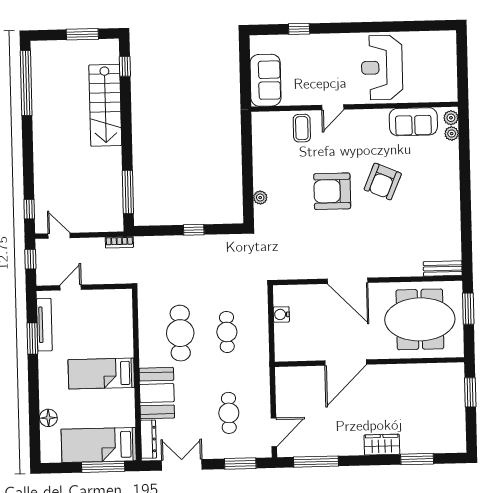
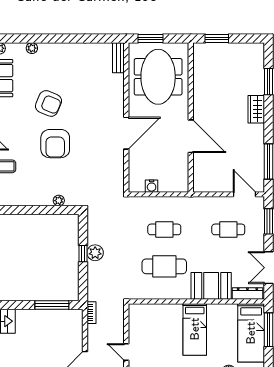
plant: (452, 134) -> (32, 48), moved
plant: (195, 245) -> (95, 253), added

